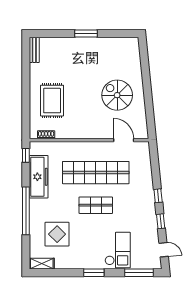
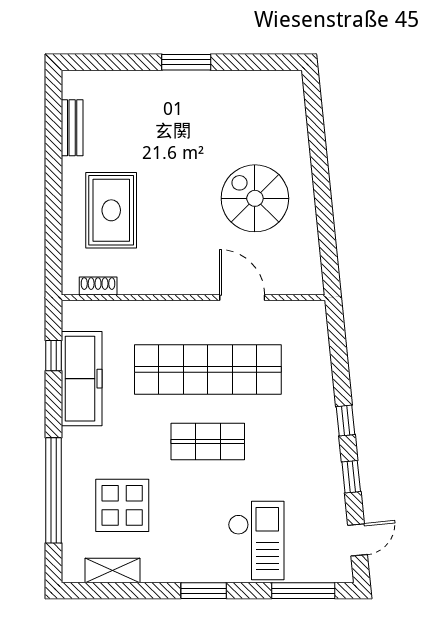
bench: (34, 50) -> (72, 128), moved
door: (124, 140) -> (242, 298), moved
window: (26, 155) -> (53, 356), moved
window: (26, 211) -> (53, 490), moved
door: (164, 250) -> (358, 540), hinge flipped
shelving: (42, 264) -> (112, 571), moved

